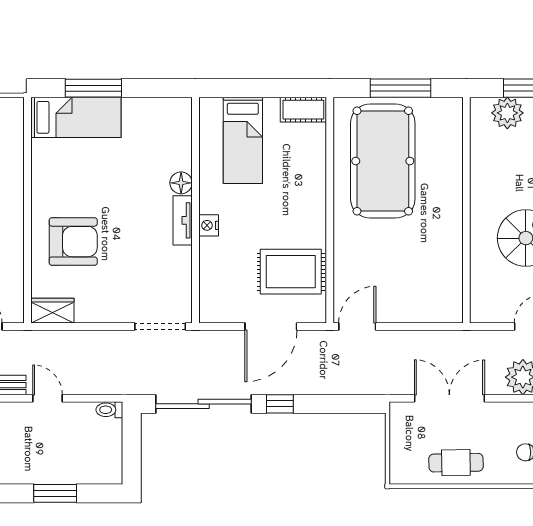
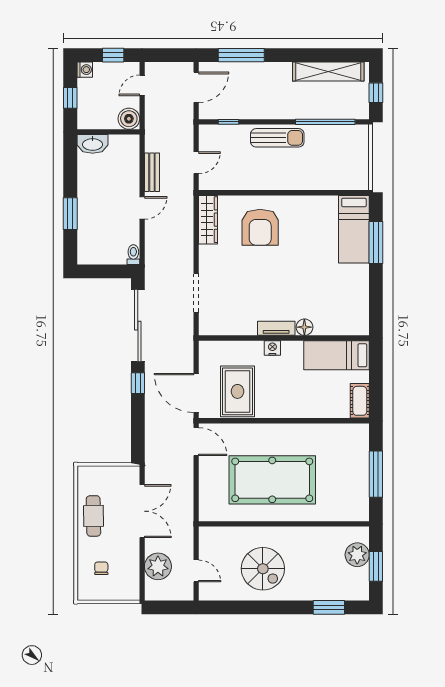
pool table: (383, 161) -> (272, 480), moved
floor lamp: (181, 183) -> (304, 327), moved
wall: (195, 210) -> (284, 338), moved
tv unit: (183, 220) -> (276, 328), moved
nightstand: (209, 225) -> (272, 348), moved
wardrobe: (52, 311) -> (208, 220), width x1.50
door: (271, 327) -> (196, 393), moved

